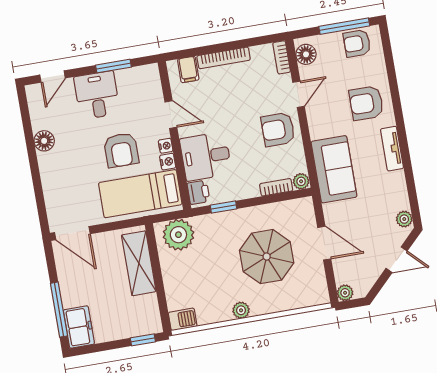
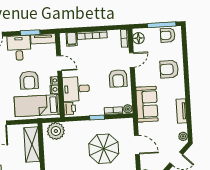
tv unit: (138, 74) -> (43, 39), added
armchair: (278, 129) -> (118, 78), turned -90
tv unit: (392, 149) -> (181, 111), moved
window: (224, 207) -> (97, 117), moved

